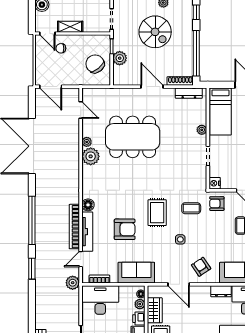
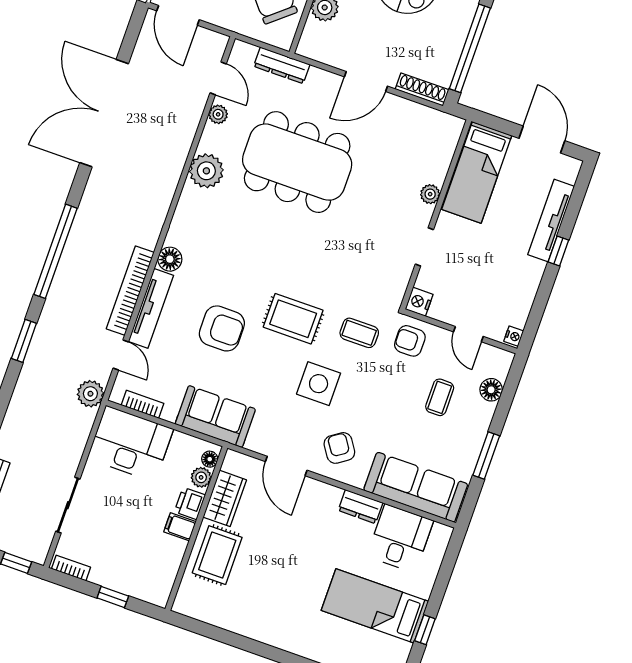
door: (152, 87) -> (366, 81), swing flipped
dresser: (189, 93) -> (282, 65), moved
plant: (87, 142) -> (218, 114), moved
rug: (157, 213) -> (293, 319), turned 90
side table: (180, 239) -> (319, 384), width x1.87, depth x1.87
door: (81, 259) -> (121, 355), swing flipped

